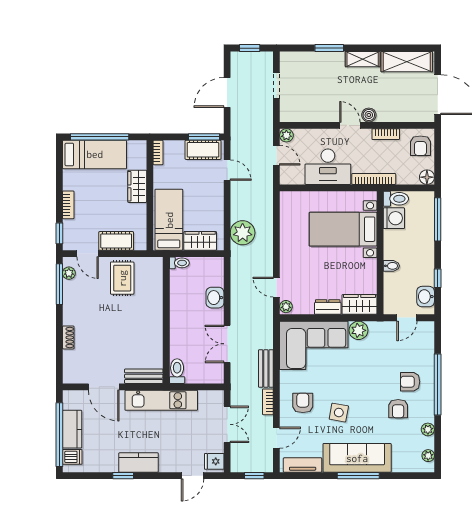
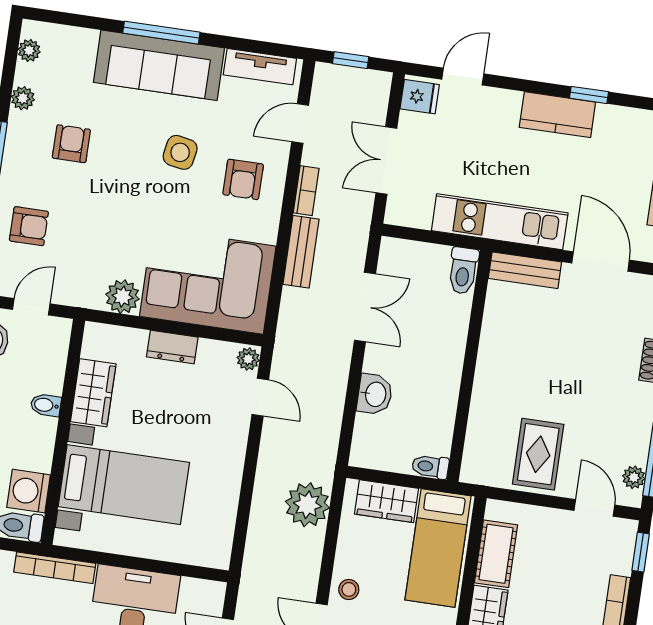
stool: (214, 190) -> (349, 589), added
cot: (116, 241) -> (496, 554), moved, turned 90
wardrobe: (359, 304) -> (93, 393), moved, turned -90
armchair: (410, 382) -> (29, 226), moved

